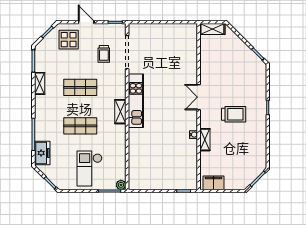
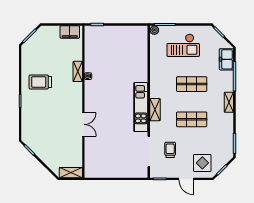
shelving: (40, 83) -> (229, 102), moved
double door: (199, 97) -> (83, 124), moved
shelving: (120, 112) -> (155, 110), moved
trolley: (234, 114) -> (40, 82), moved
checkout: (90, 168) -> (183, 45), turned 90

